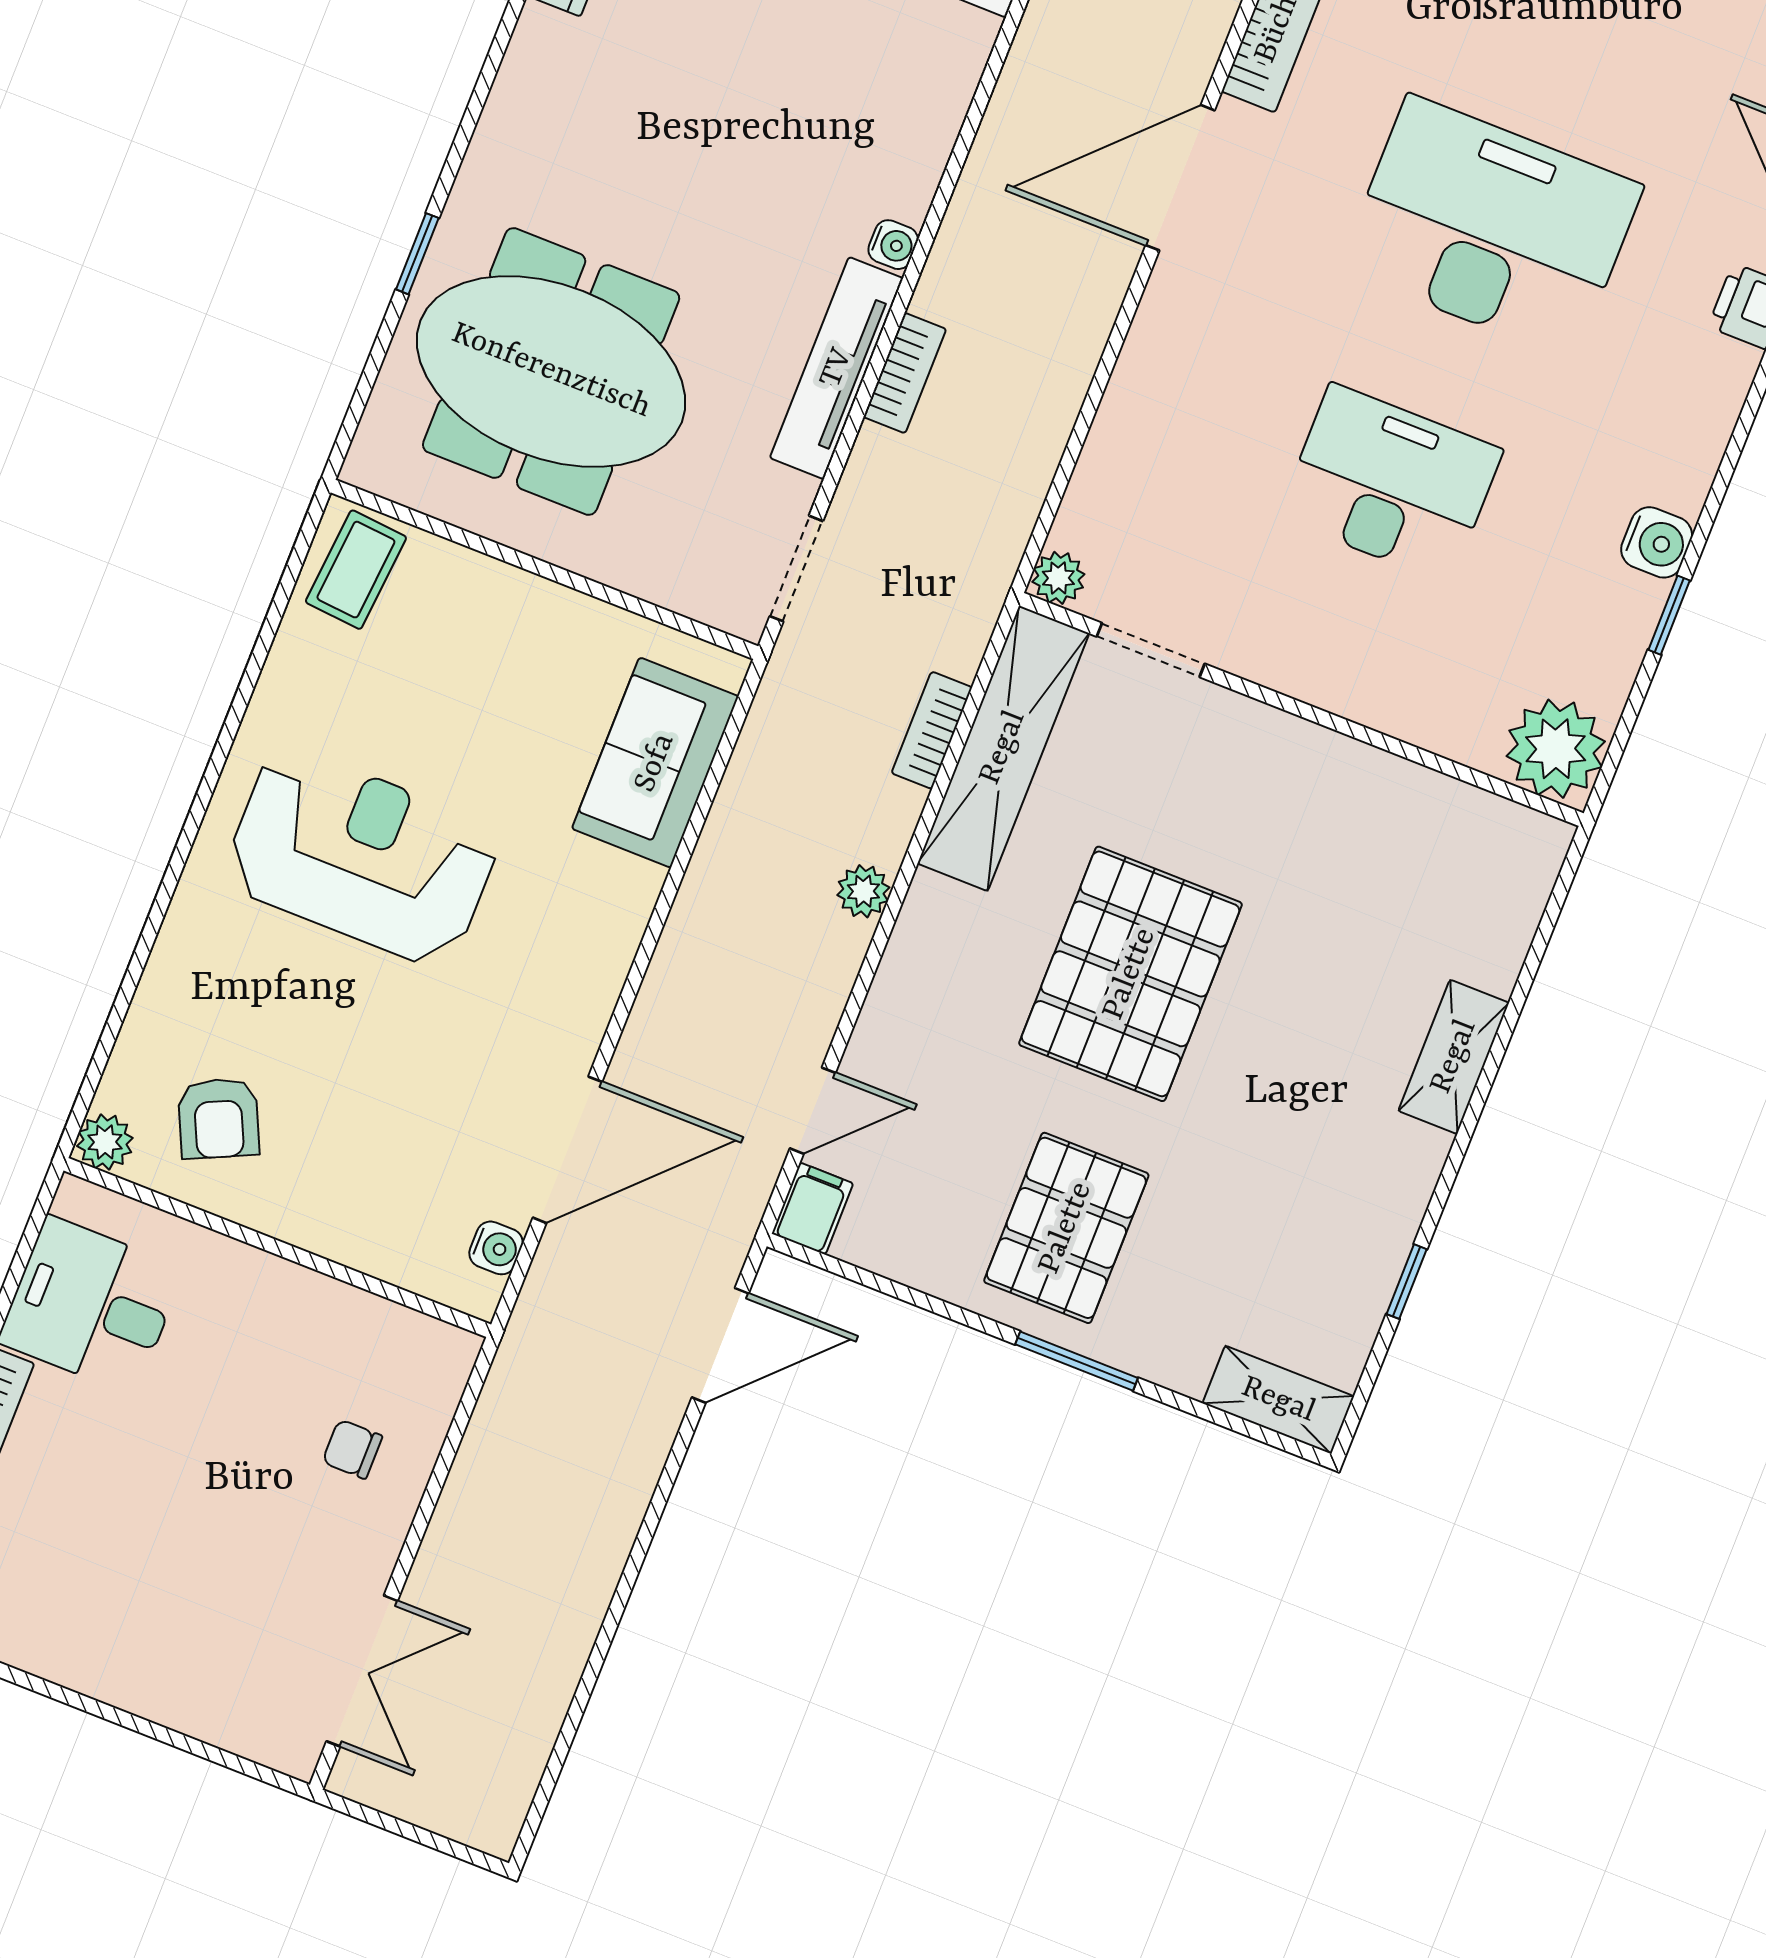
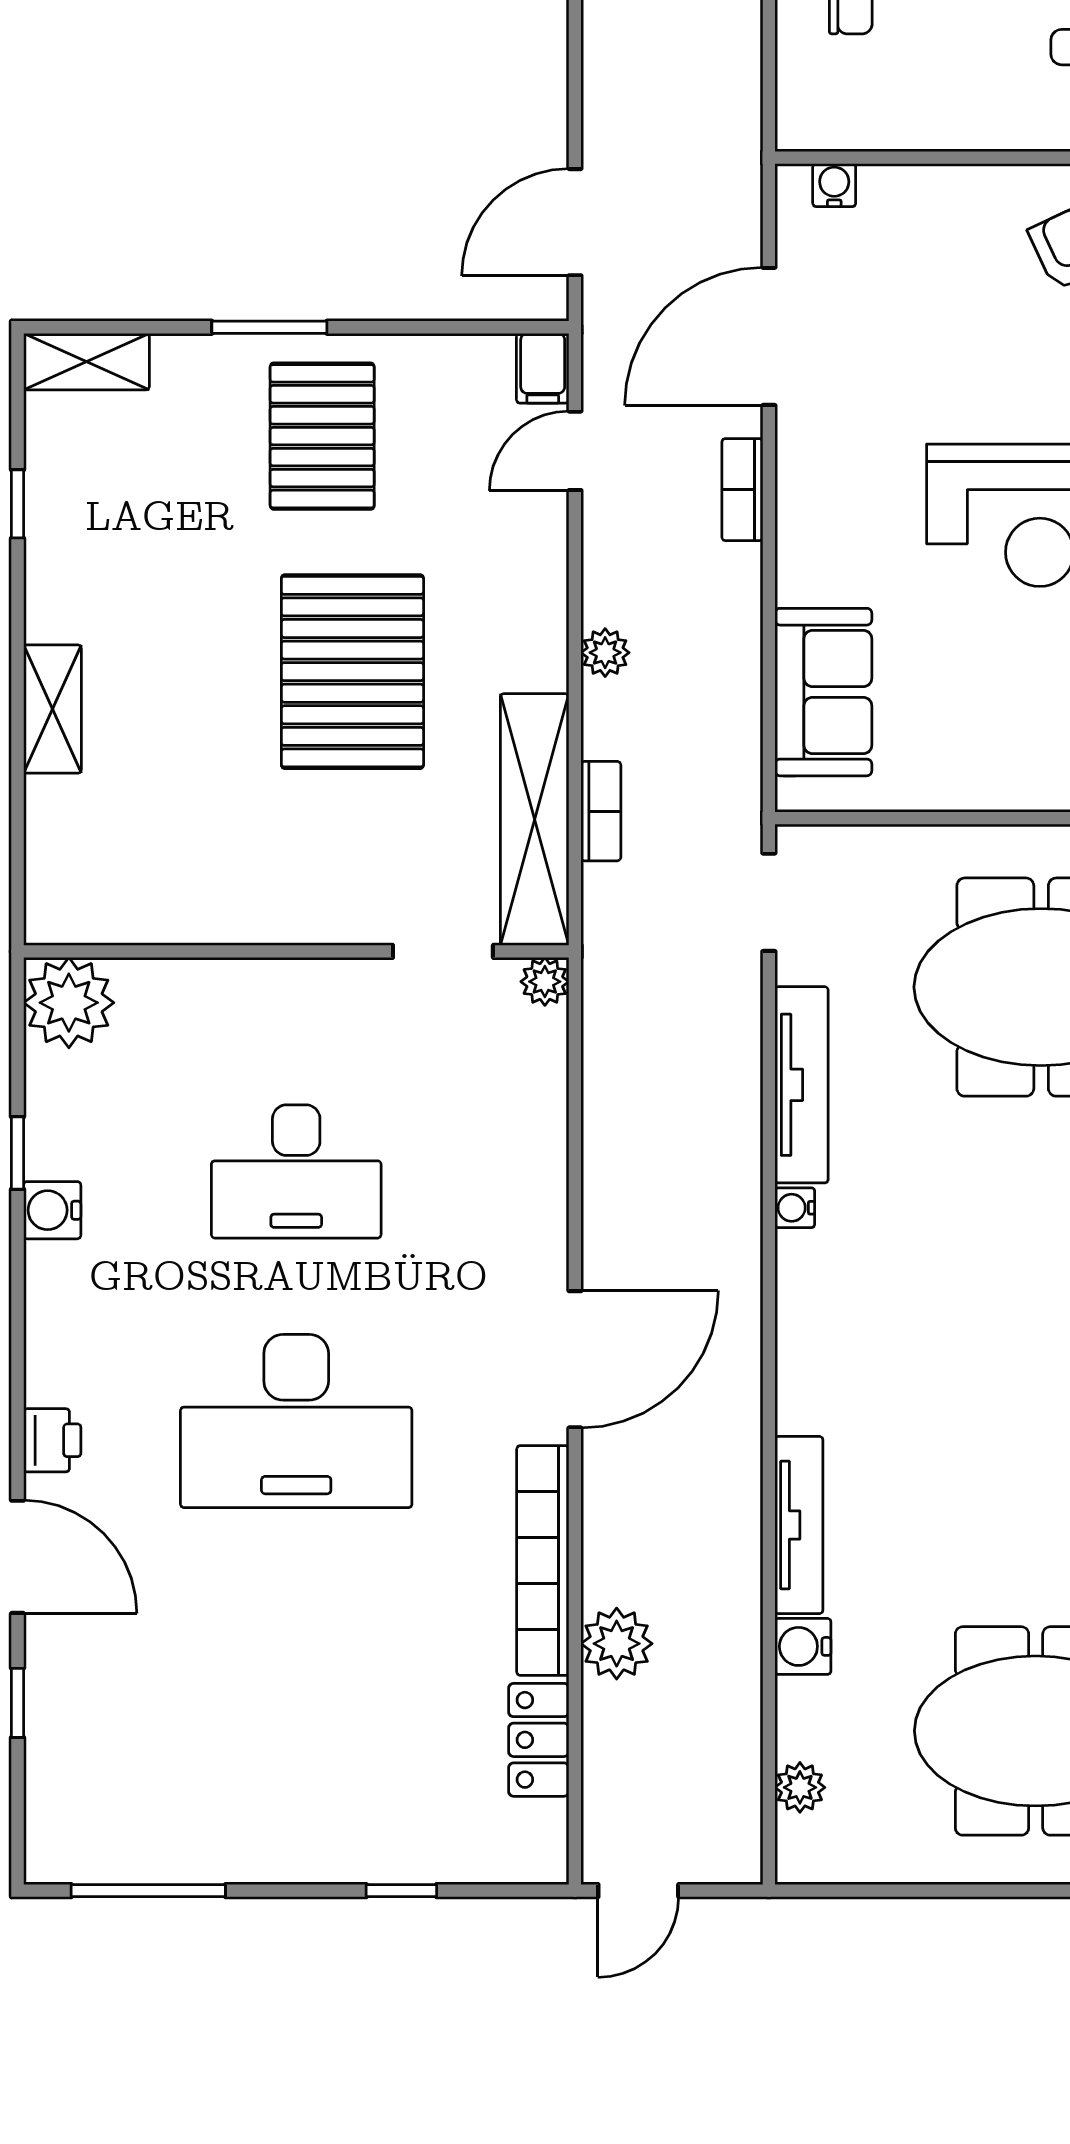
bookcase: (905, 373) -> (742, 490), moved
water cooler: (496, 1248) -> (834, 185), moved, turned 90

